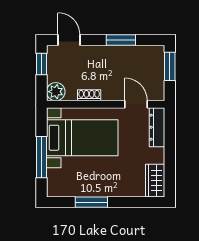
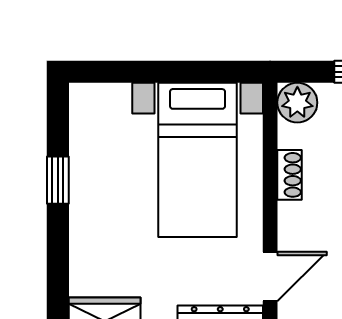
window: (41, 157) -> (155, 72), removed
window: (91, 202) -> (58, 180), width x0.67

